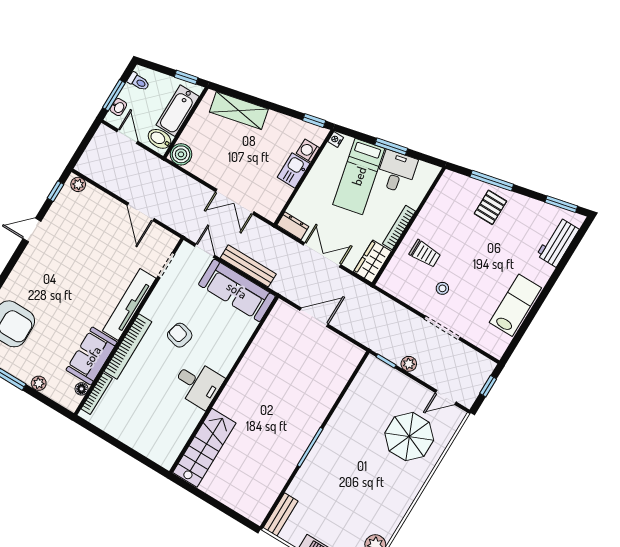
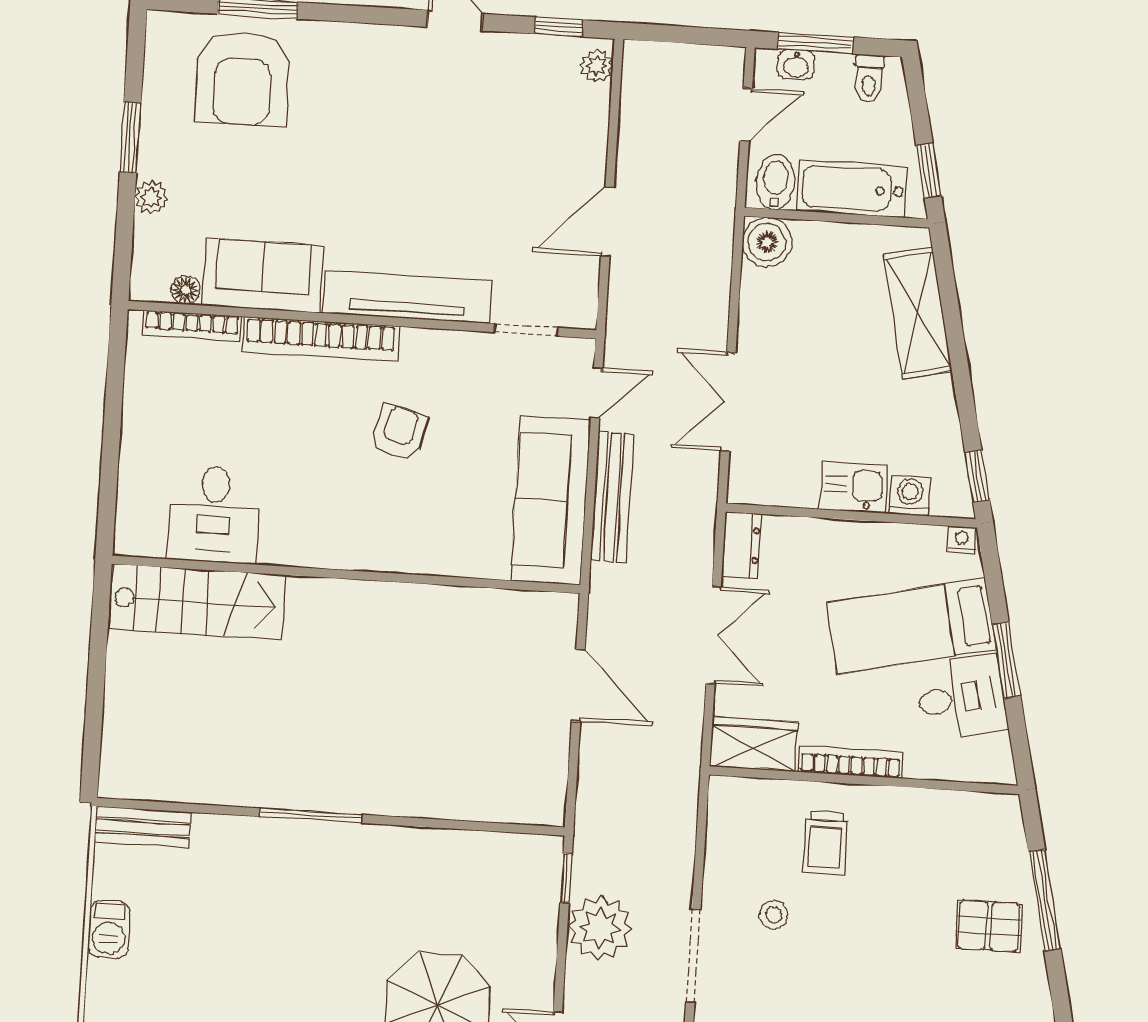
plant: (409, 364) -> (600, 928), width x1.87, depth x1.87
desk: (198, 384) -> (214, 514), moved

